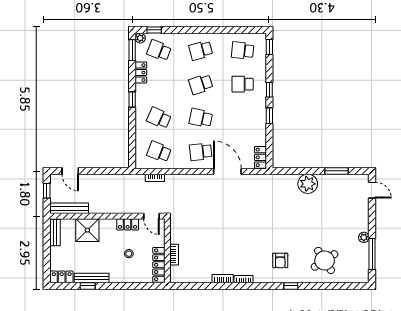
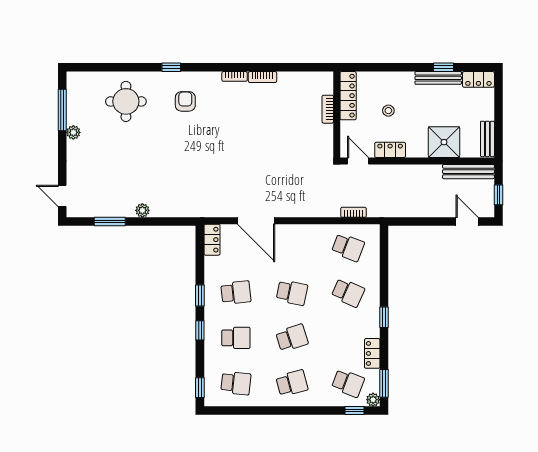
school desk: (201, 152) -> (236, 293), moved
plant: (308, 184) -> (142, 210), width x0.53, depth x0.53
round table: (325, 260) -> (126, 101), turned 33

